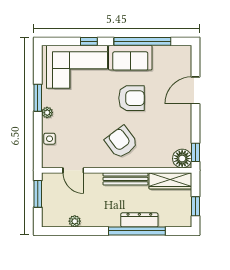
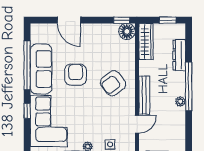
sofa: (130, 58) -> (41, 69), width x1.36
bench: (125, 179) -> (144, 95), moved
dresser: (139, 220) -> (179, 55), moved
plant: (75, 221) -> (180, 102), moved
window: (137, 231) -> (189, 86), moved

